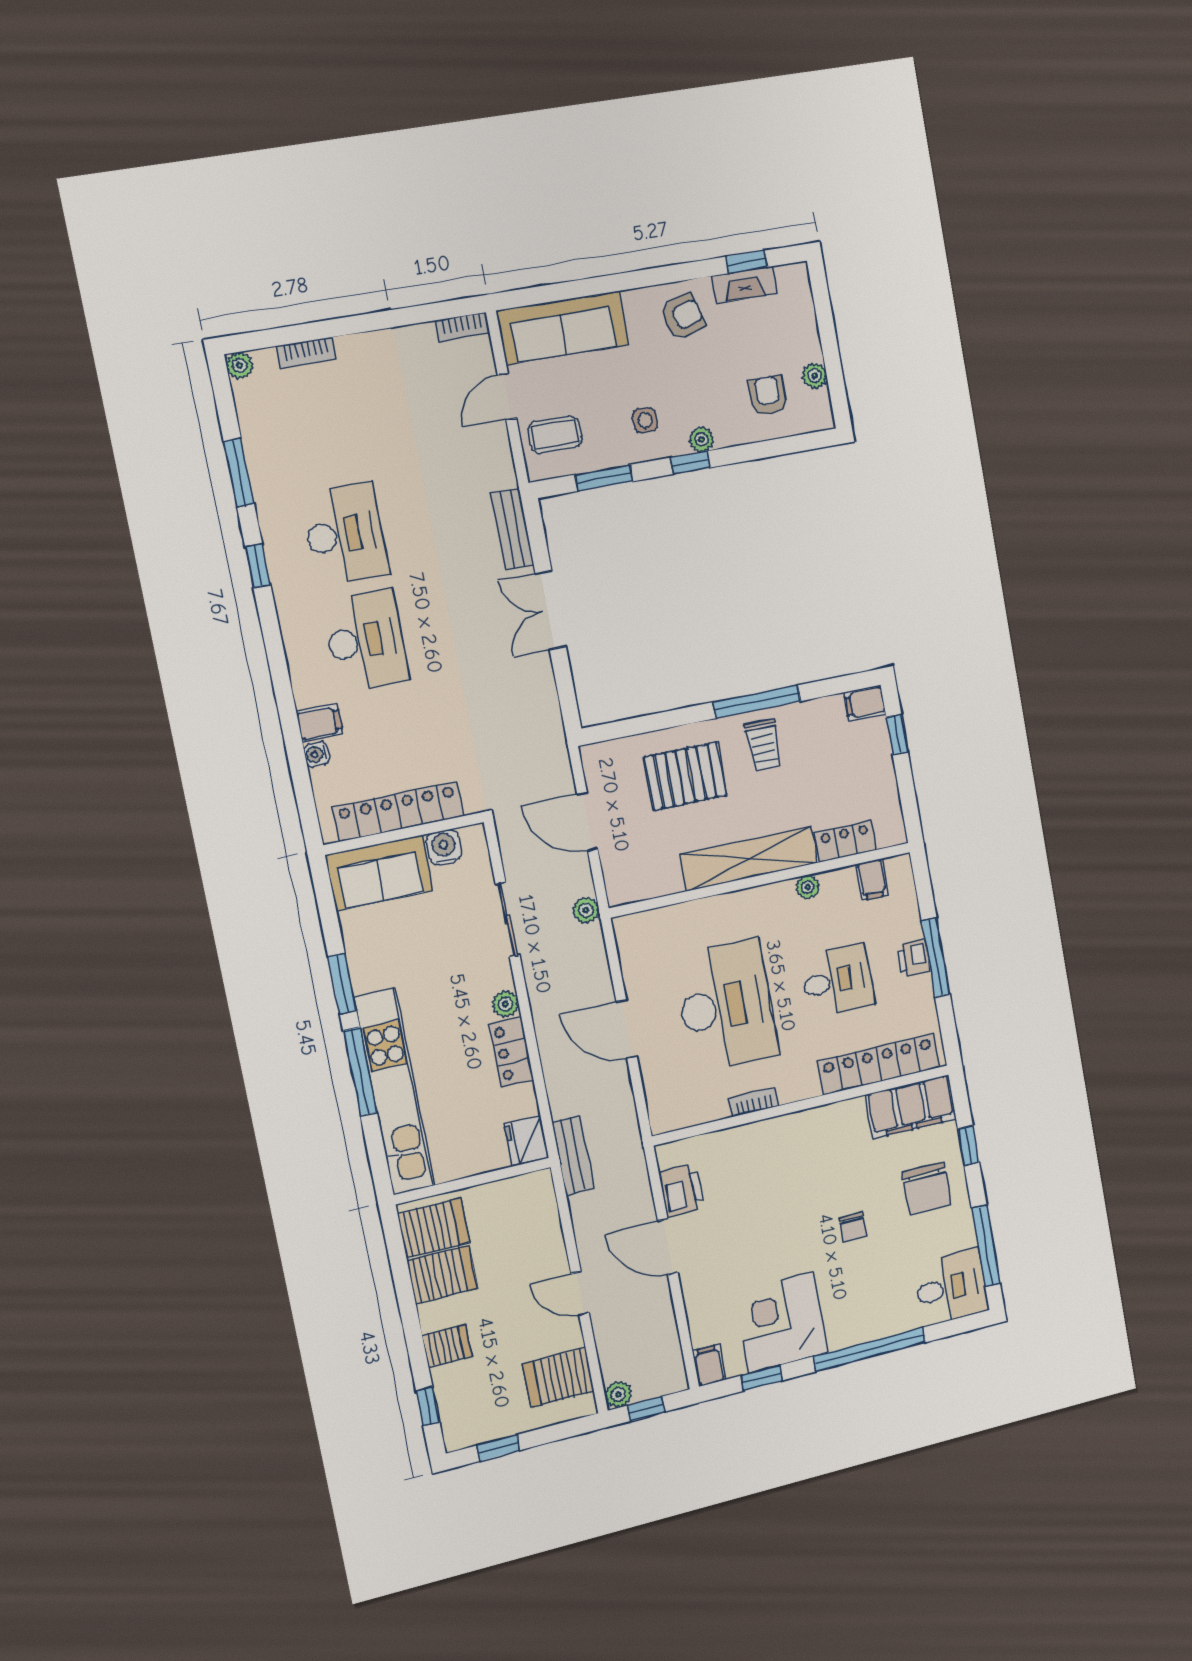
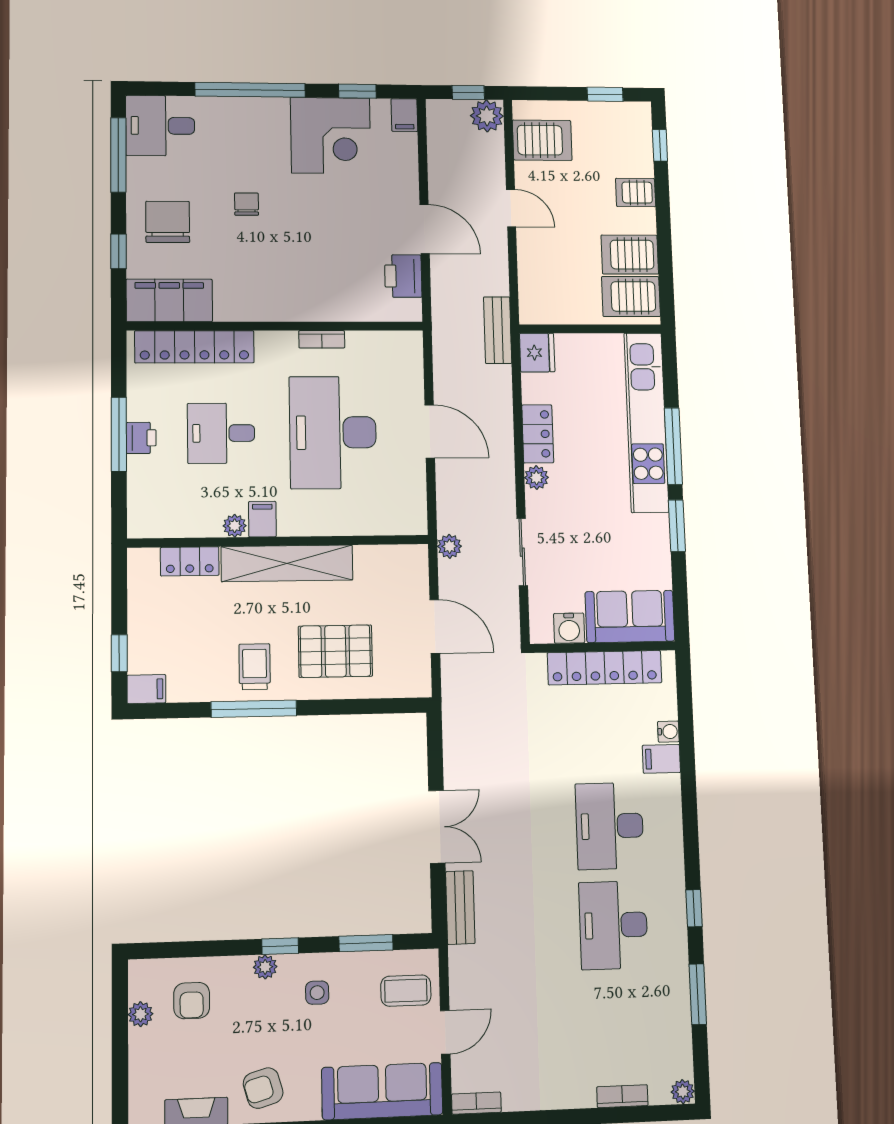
filing cabinet: (872, 880) -> (262, 519), moved
plant: (618, 1394) -> (487, 116), width x1.38, depth x1.38

